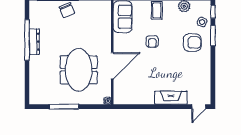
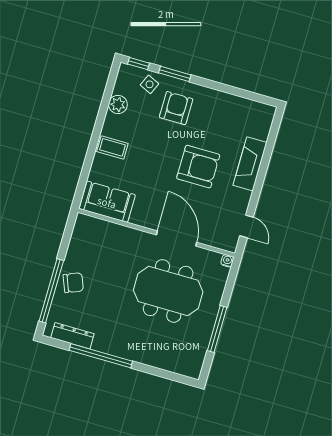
dresser: (34, 42) -> (72, 336), moved
armchair: (152, 42) -> (198, 167), moved, width x1.88, depth x1.88
door: (199, 107) -> (247, 226), moved

